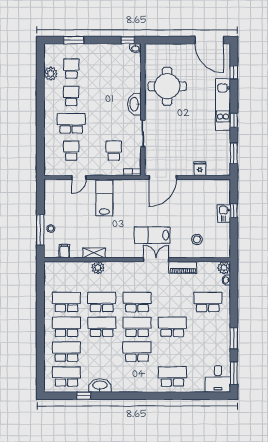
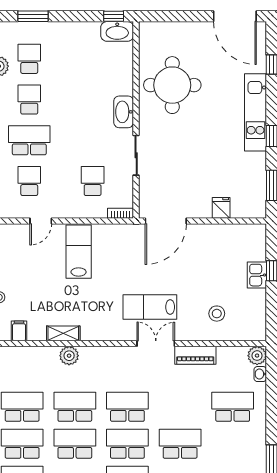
washbasin: (135, 48) -> (117, 31), width x1.91, depth x1.45

